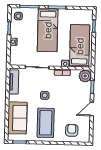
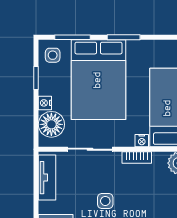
bed: (48, 30) -> (98, 80), width x1.50
floor lamp: (17, 53) -> (51, 124), added

